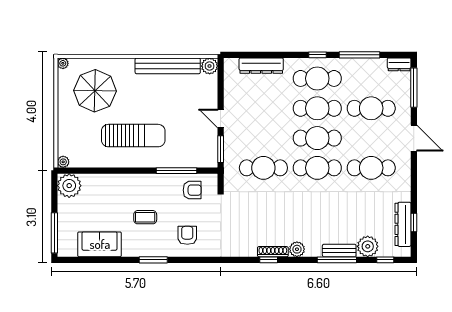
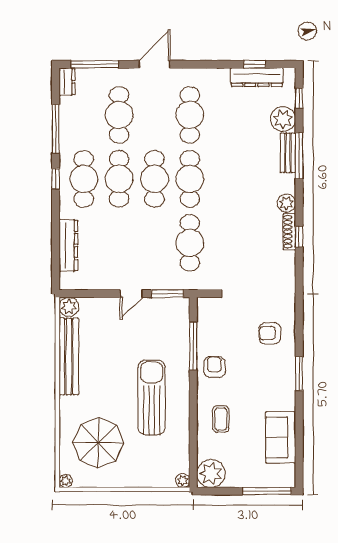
armchair: (192, 190) -> (214, 367), moved
coffee table: (145, 217) -> (221, 419), moved

